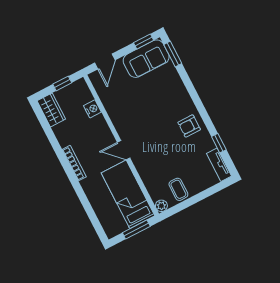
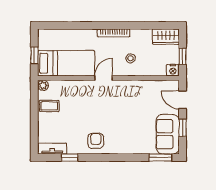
window: (144, 41) -> (183, 128), moved
nightstand: (92, 109) -> (173, 70), moved
stool: (90, 134) -> (131, 58), added
window: (136, 230) -> (34, 55), width x0.67

